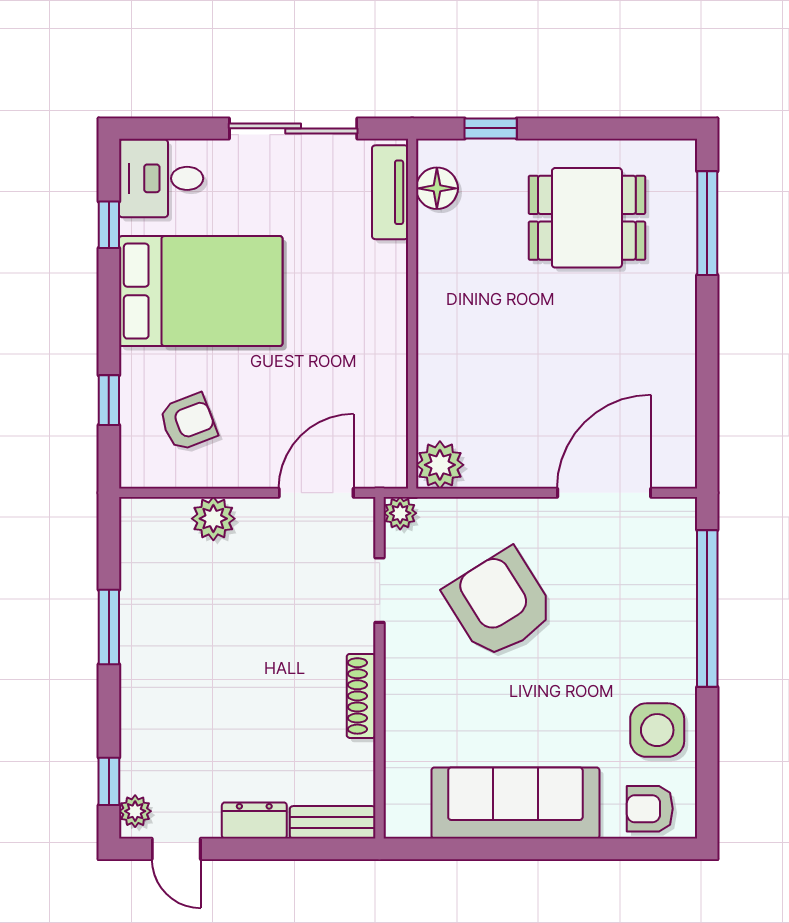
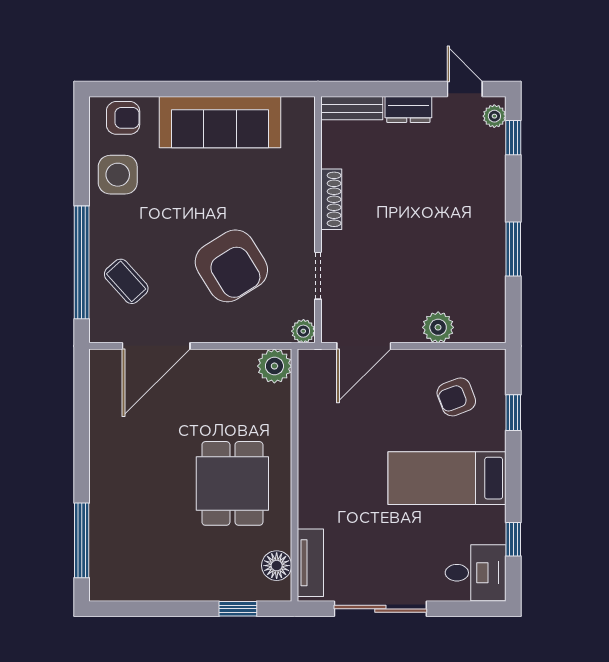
dining table: (587, 218) -> (232, 483), moved, turned 90
bed: (201, 291) -> (447, 478), width x0.67
coffee table: (645, 582) -> (126, 281), added

